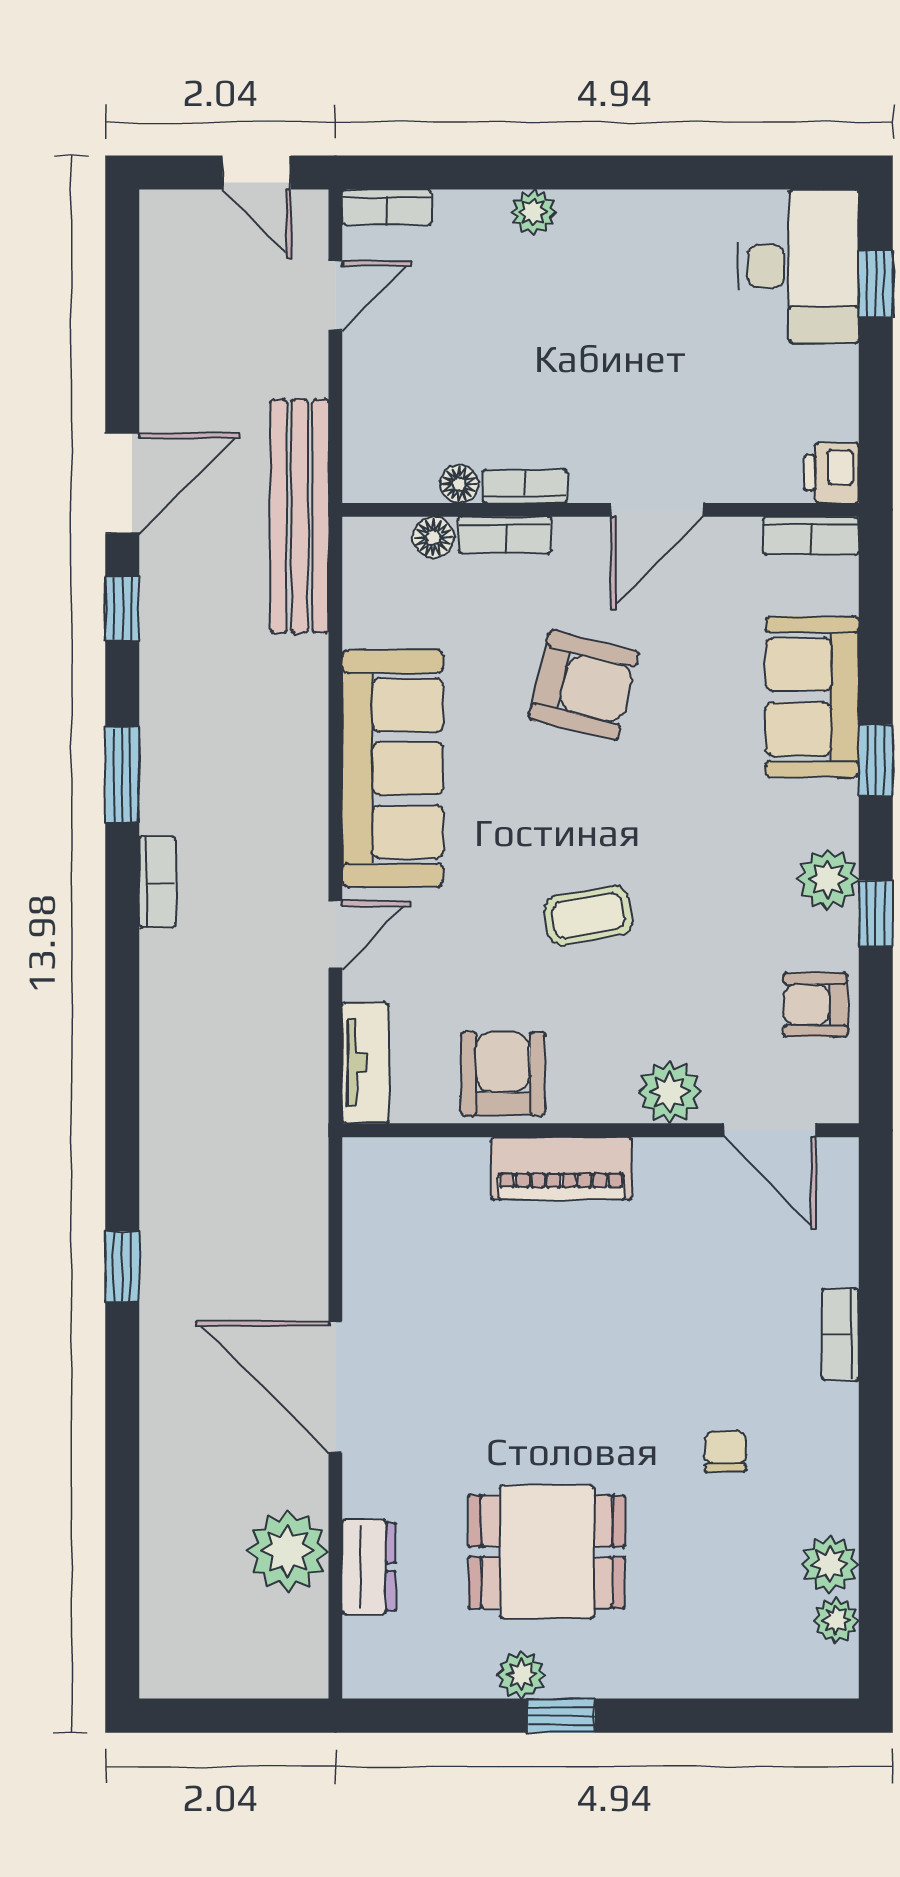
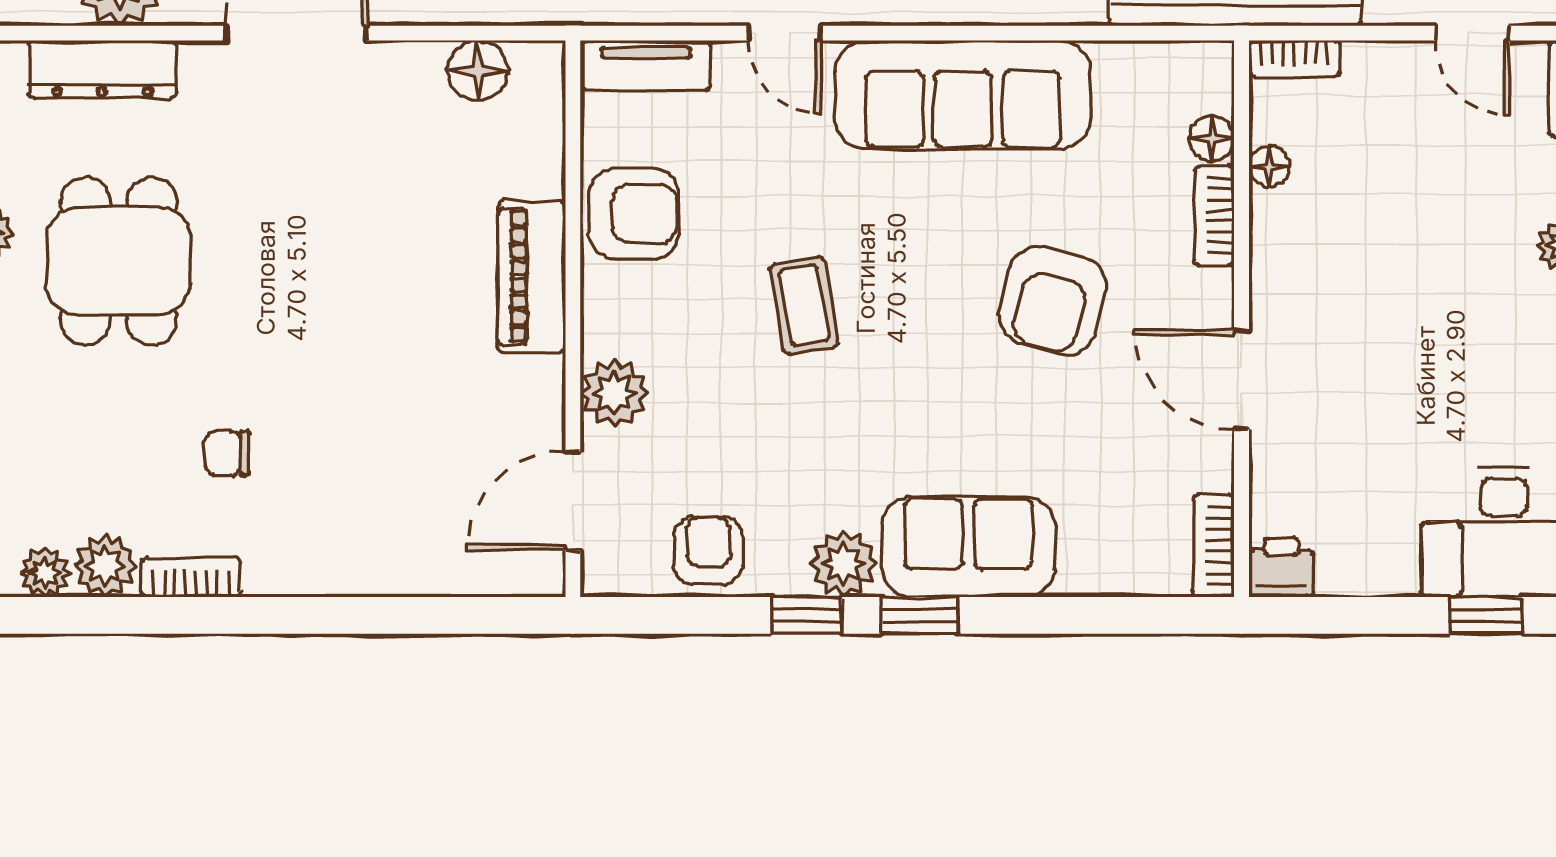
bookcase: (525, 486) -> (1294, 59), moved, turned 90
sofa: (812, 697) -> (968, 547), moved
window: (876, 760) -> (920, 615), moved
floor lamp: (370, 1218) -> (478, 71), added
bookcase: (840, 1334) -> (191, 577), moved
chair: (725, 1451) -> (227, 453), turned 180
dresser: (369, 1567) -> (102, 69), width x1.44

